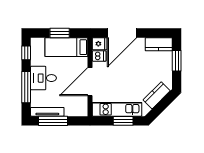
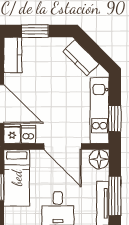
floor lamp: (80, 109) -> (99, 159), added
window: (123, 121) -> (115, 119), moved

